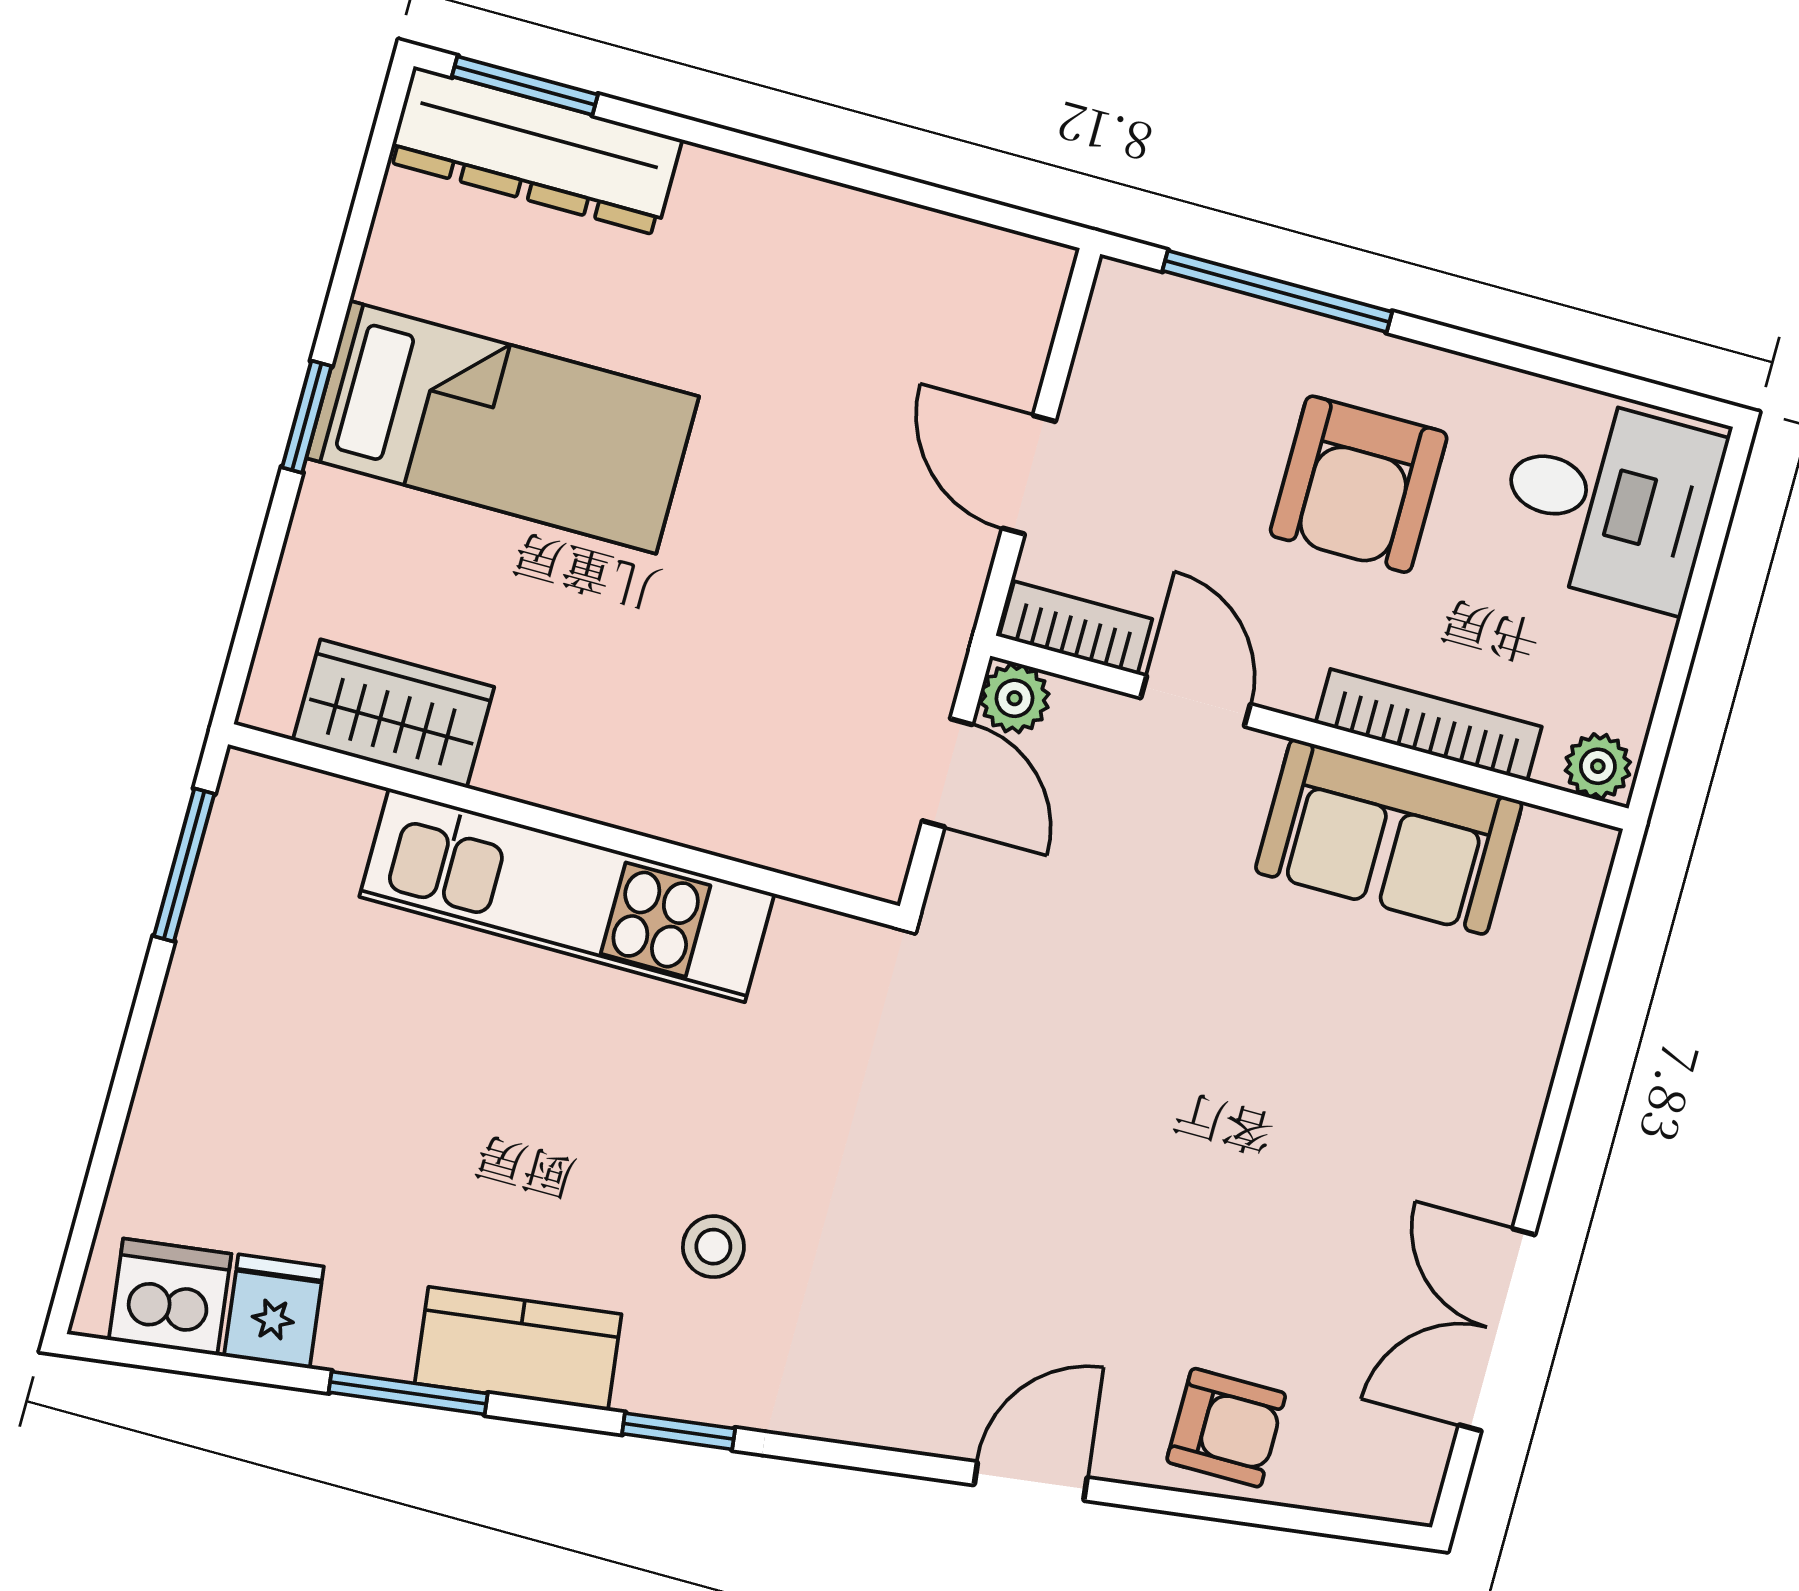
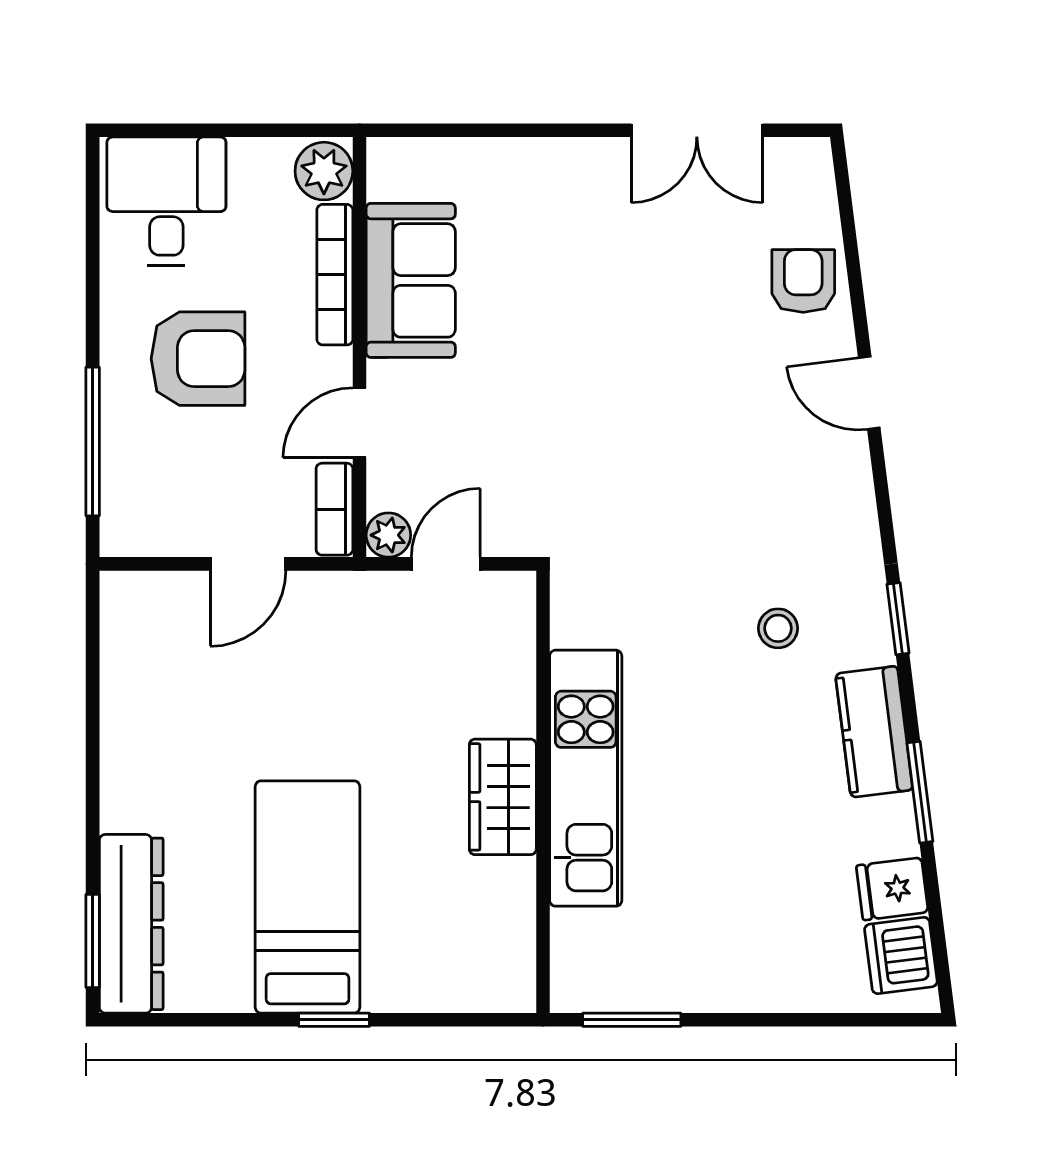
wardrobe: (393, 714) -> (503, 797), moved
plant: (1598, 766) -> (324, 171), width x1.38, depth x1.38

